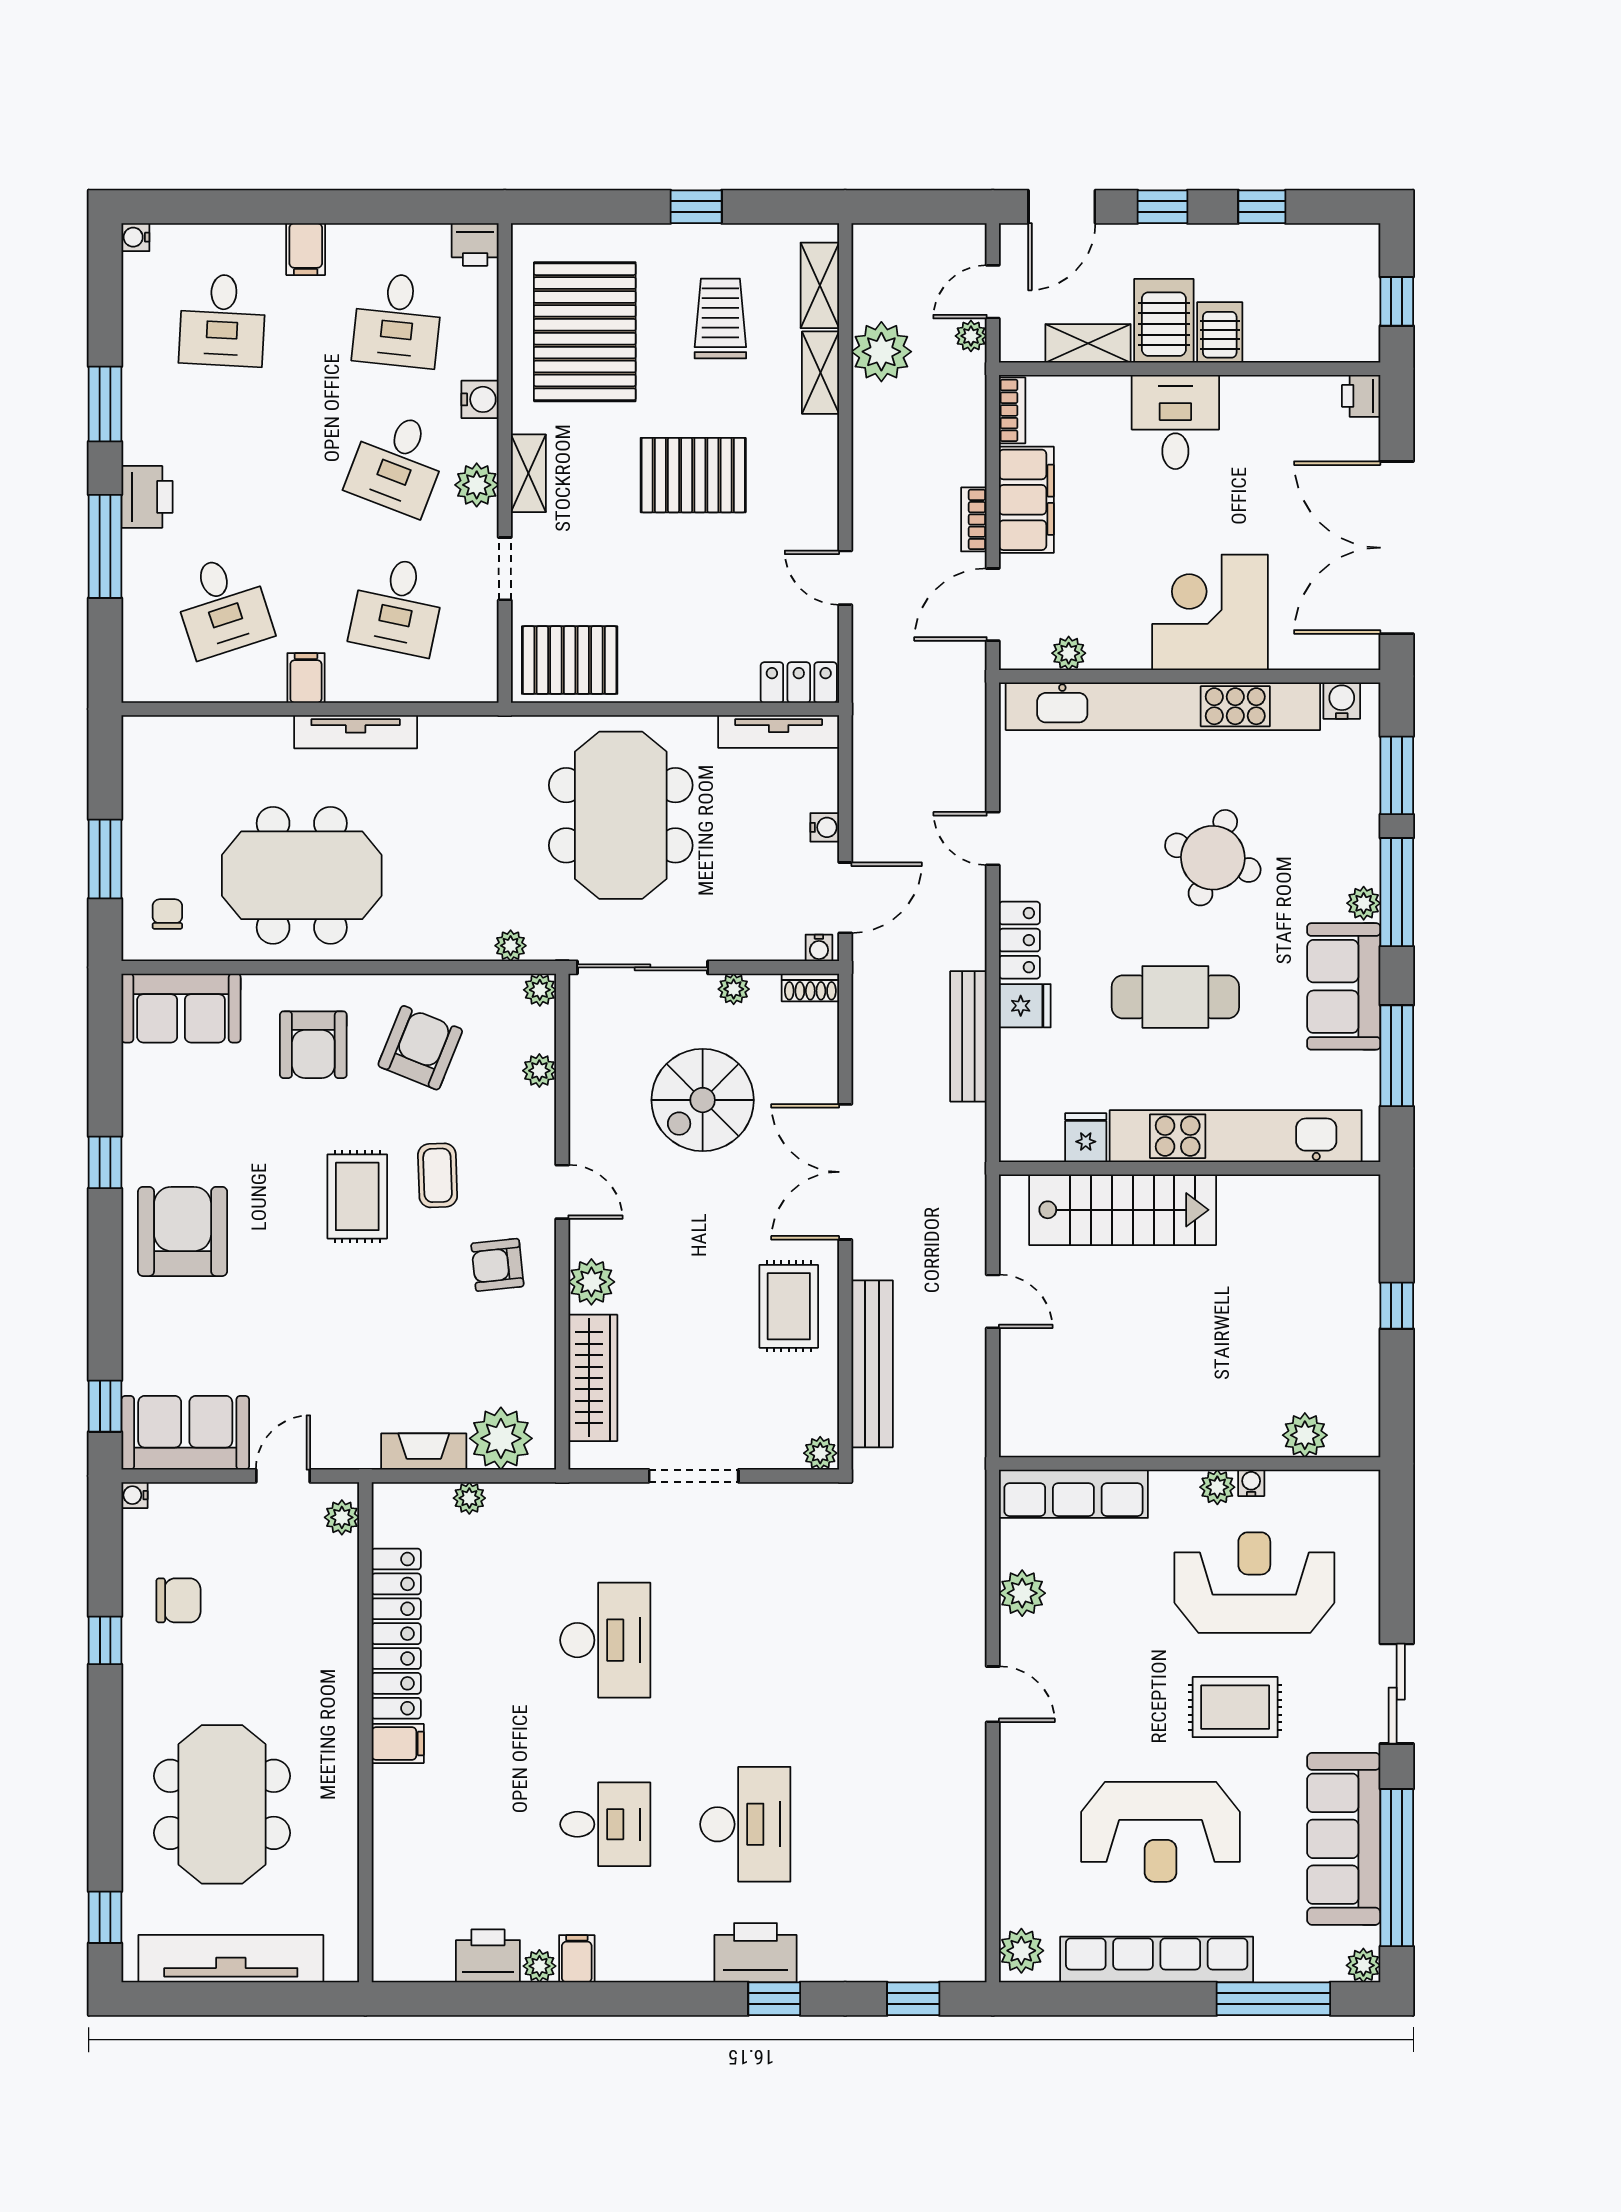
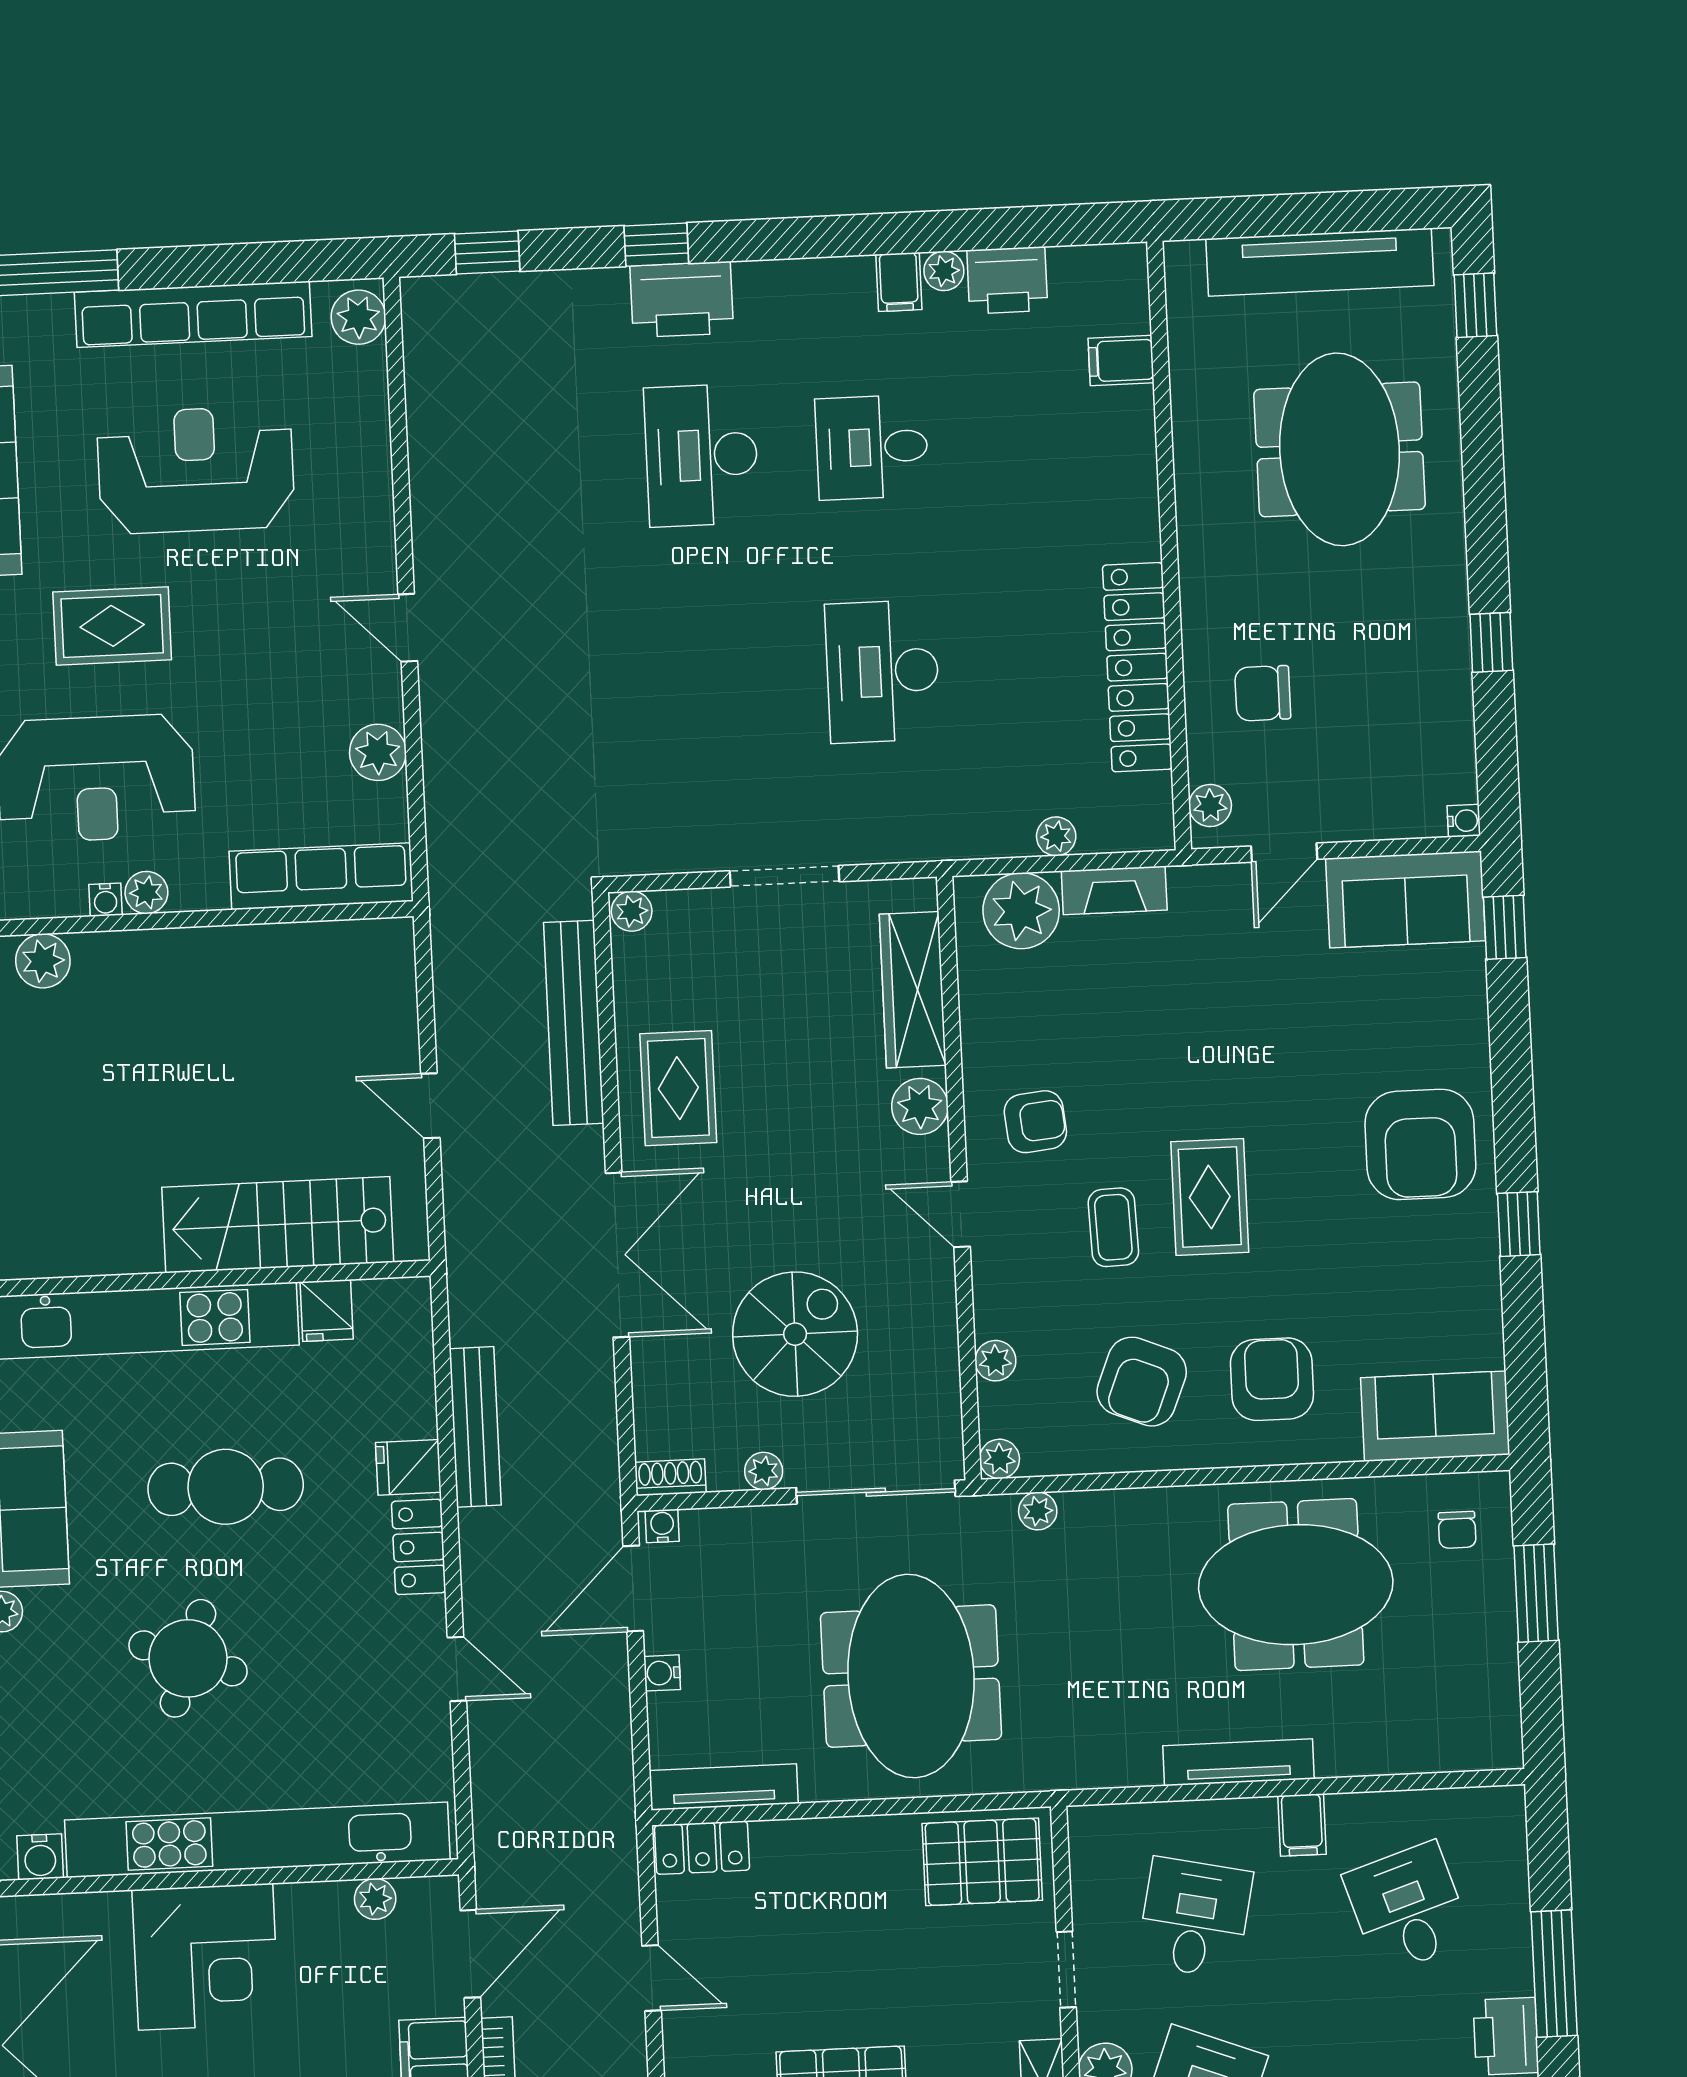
chair: (178, 1600) -> (1263, 693), moved
filing cabinet: (398, 1744) -> (1121, 361), moved

